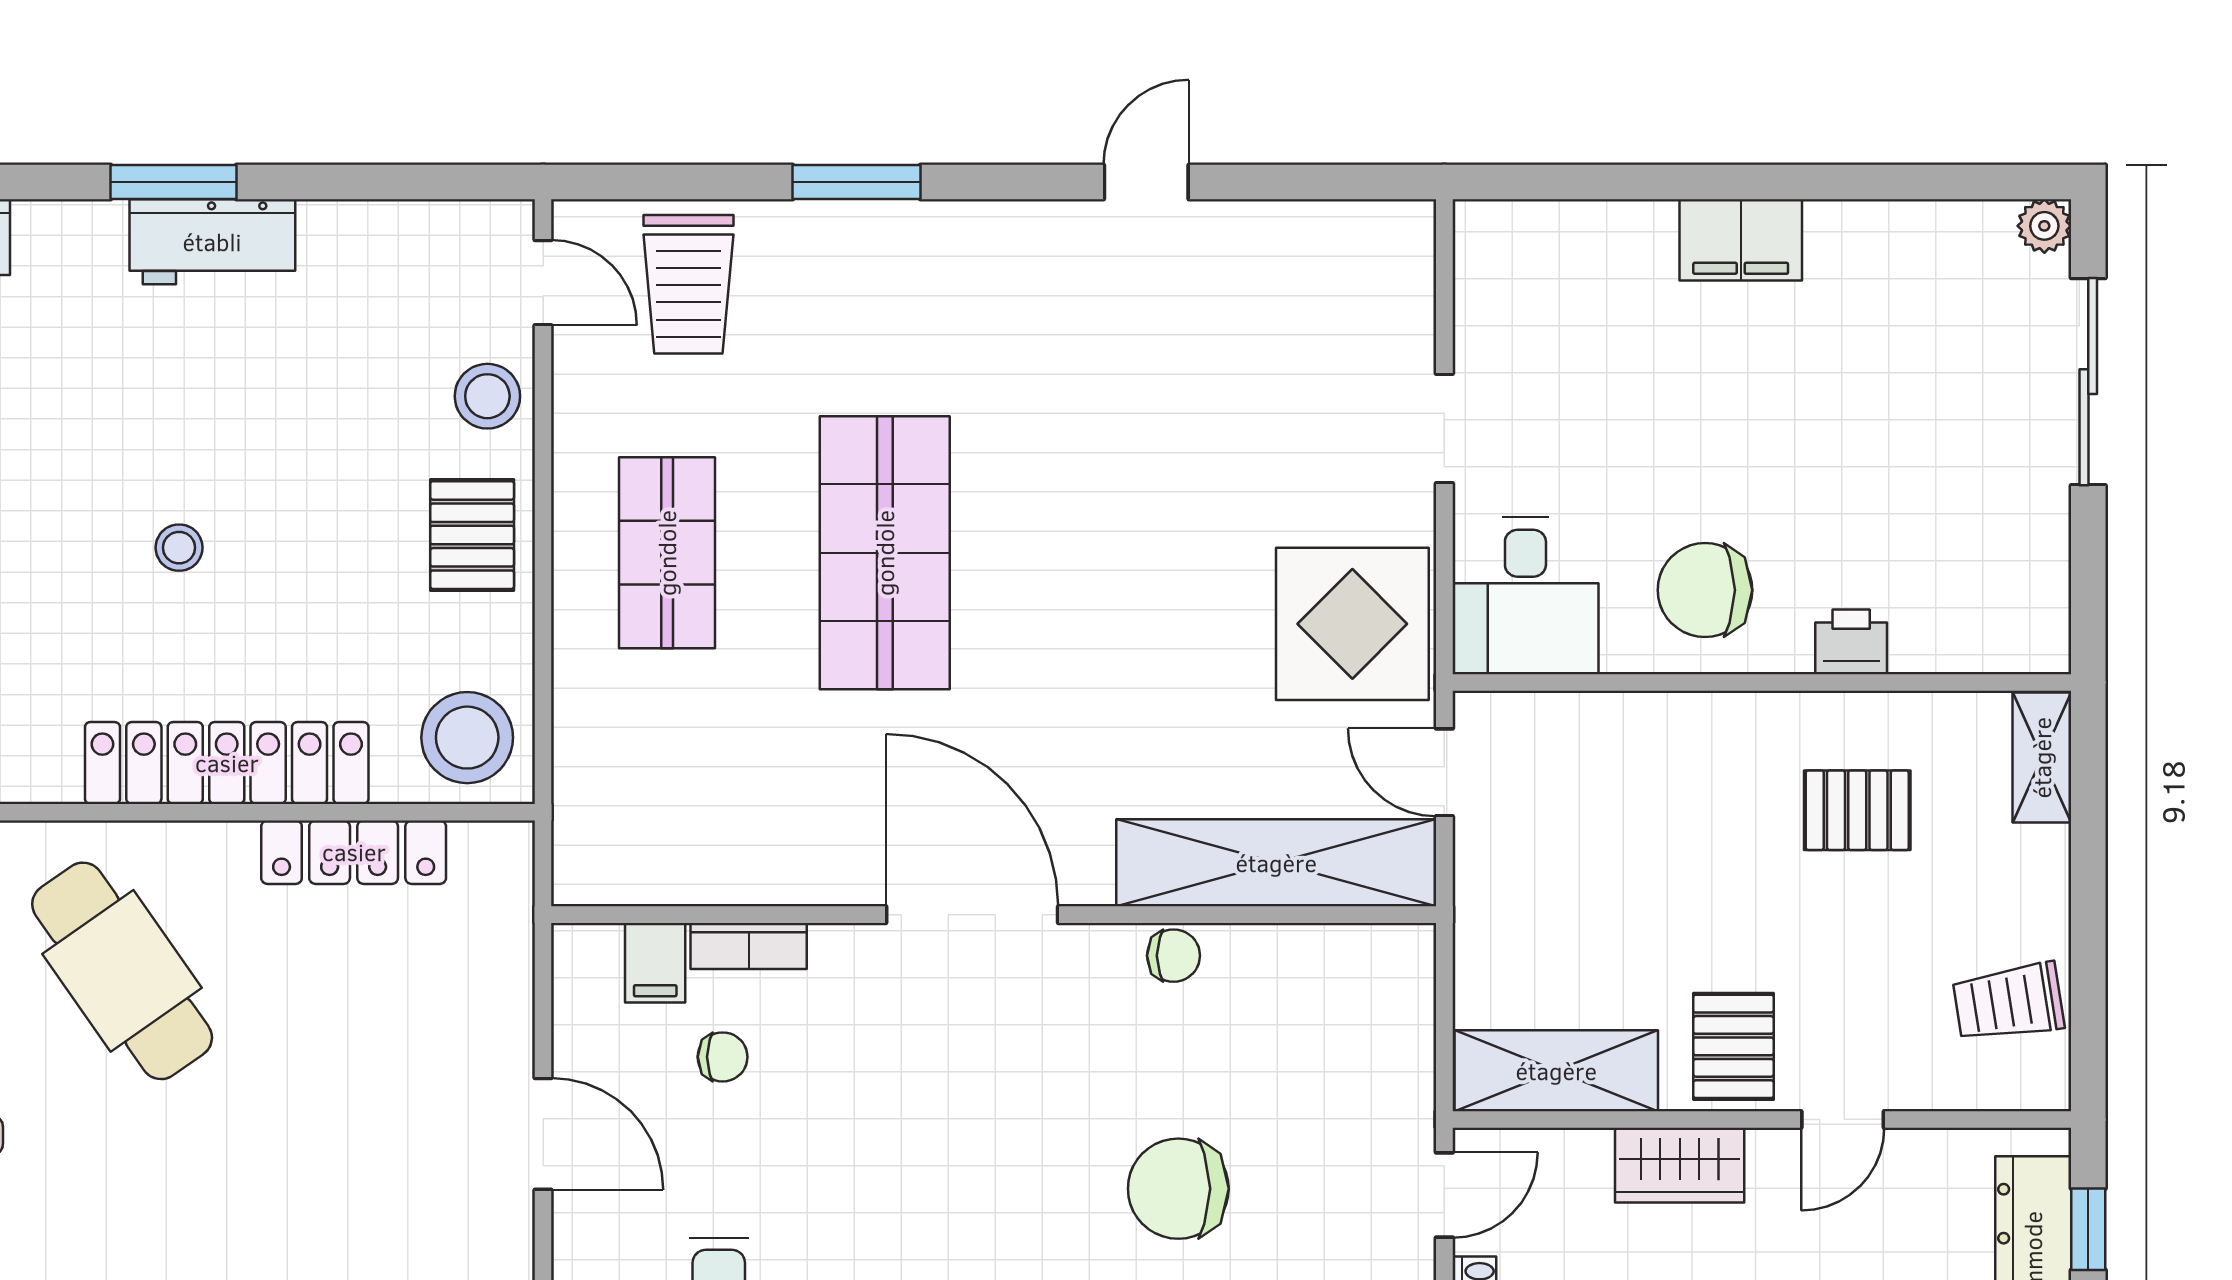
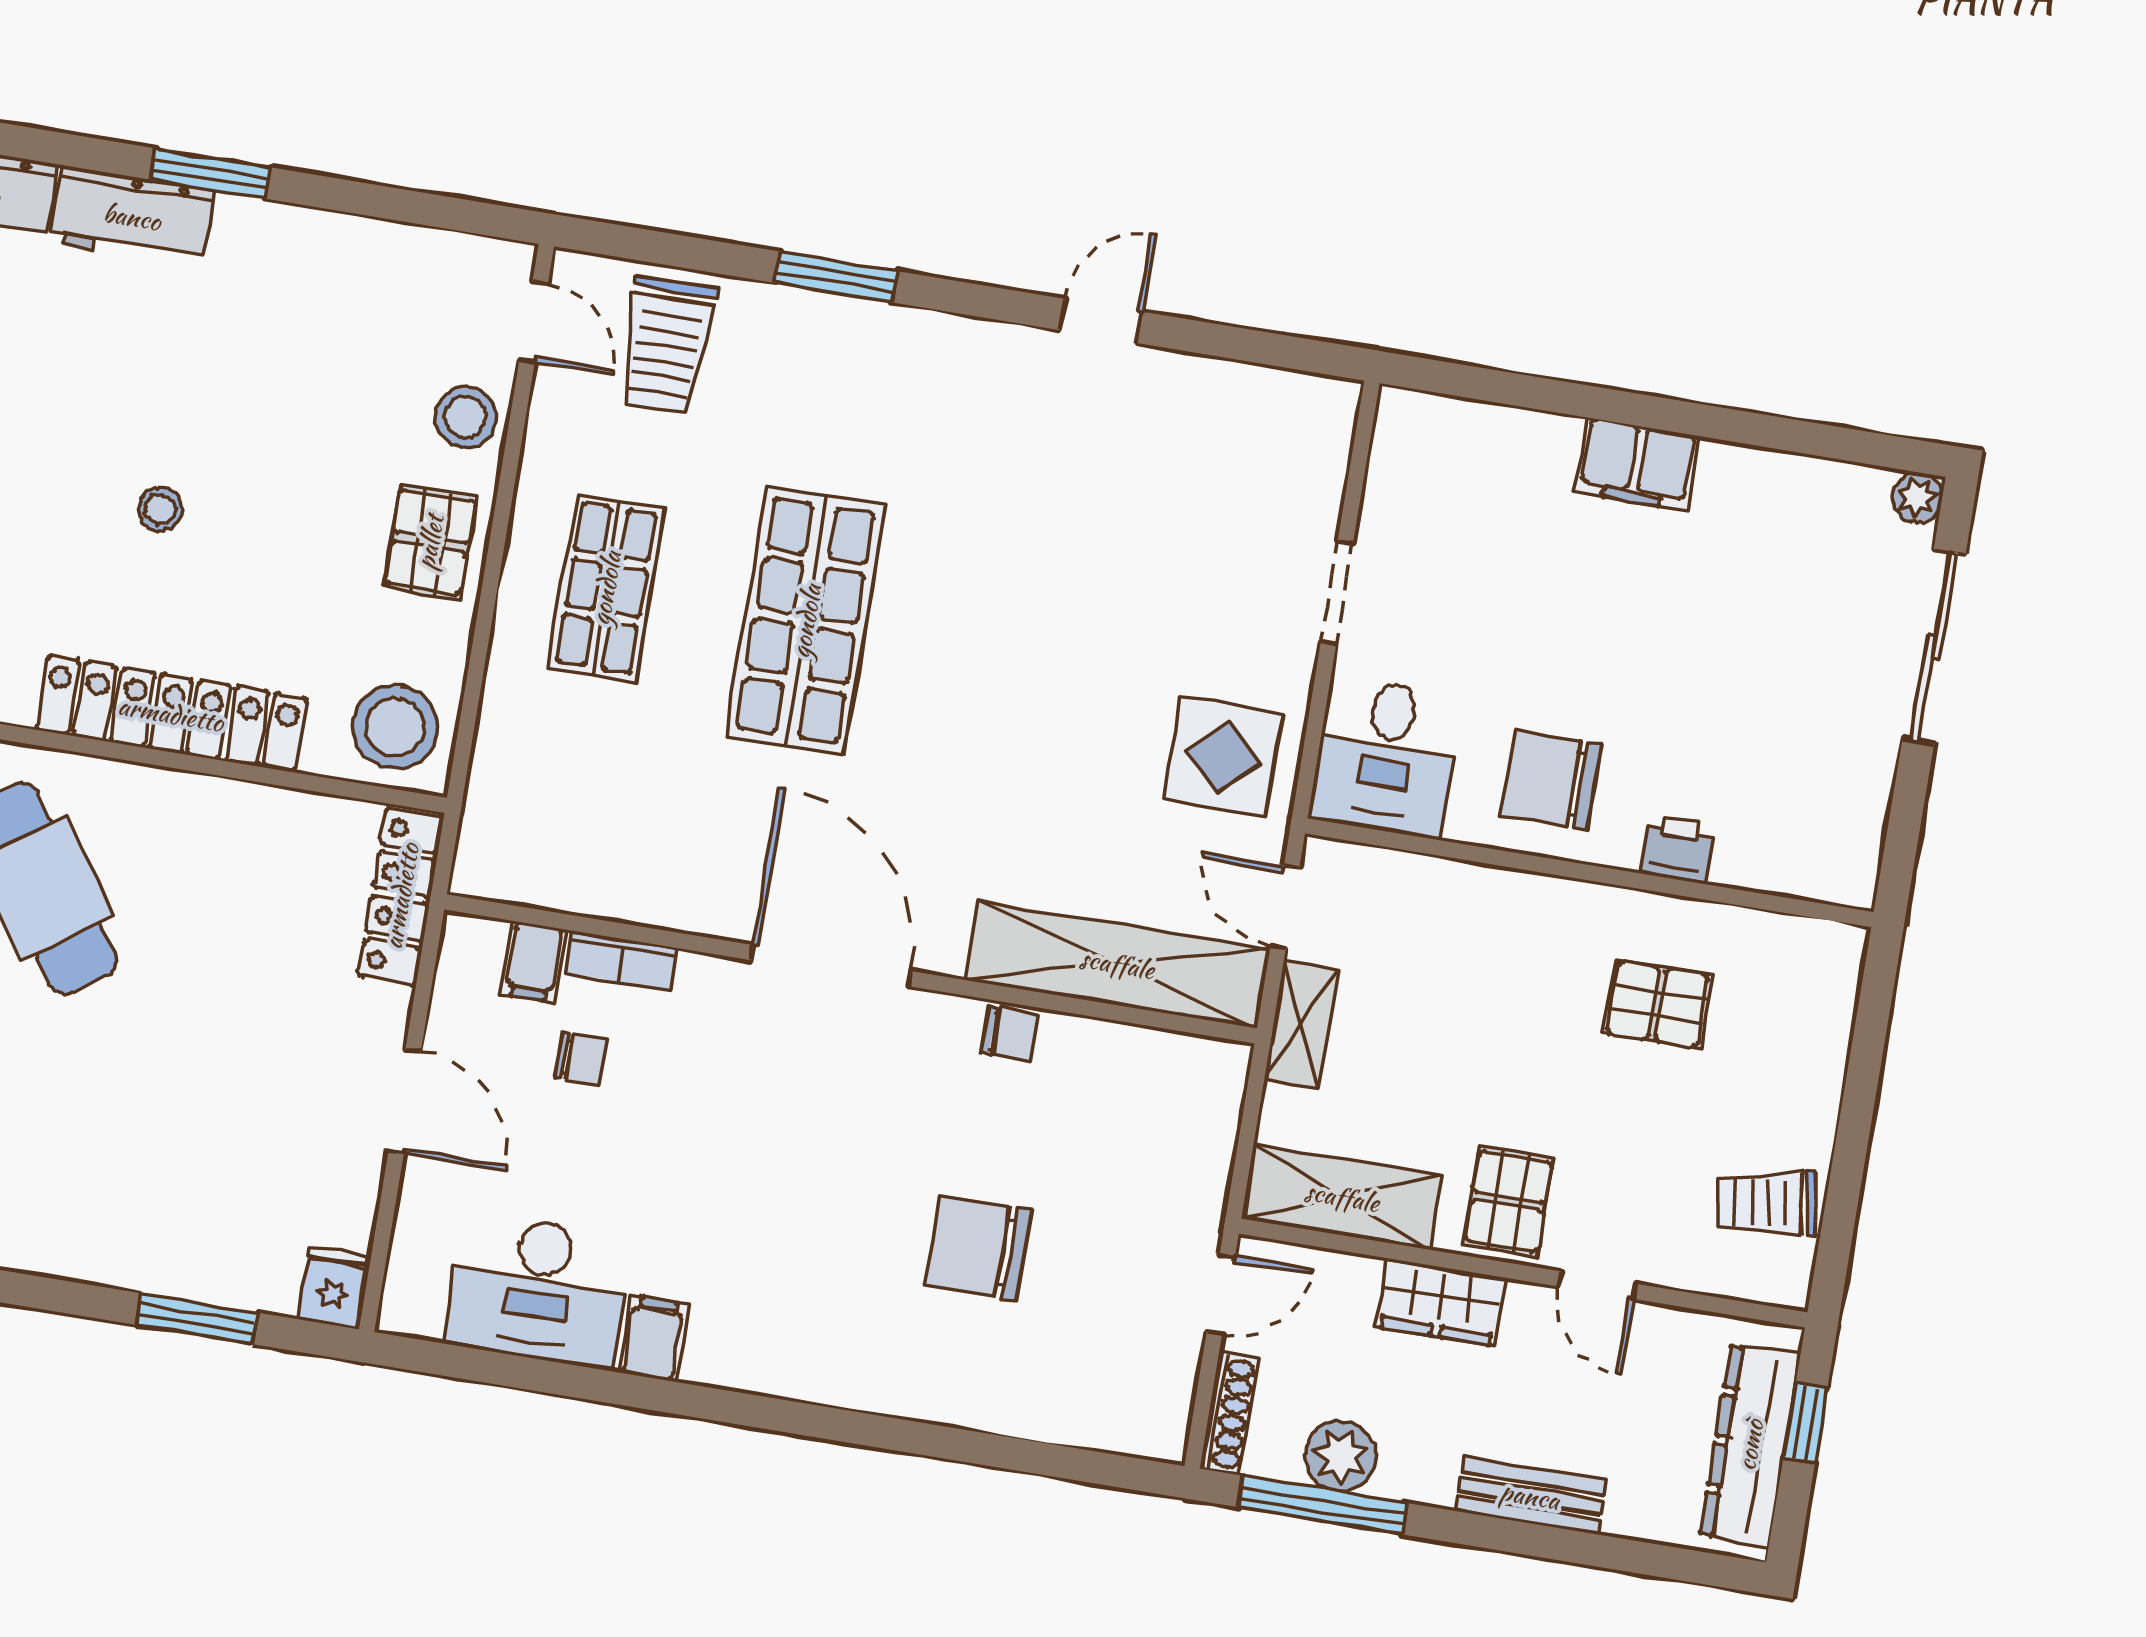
workbench: (212, 242) -> (132, 217), moved
display table: (1352, 624) -> (1223, 757), width x0.73, depth x0.73
shelving: (2042, 758) -> (1301, 1024), moved
locker: (354, 852) -> (401, 896), moved, turned 90
door: (1843, 1119) -> (1597, 1285), hinge flipped

